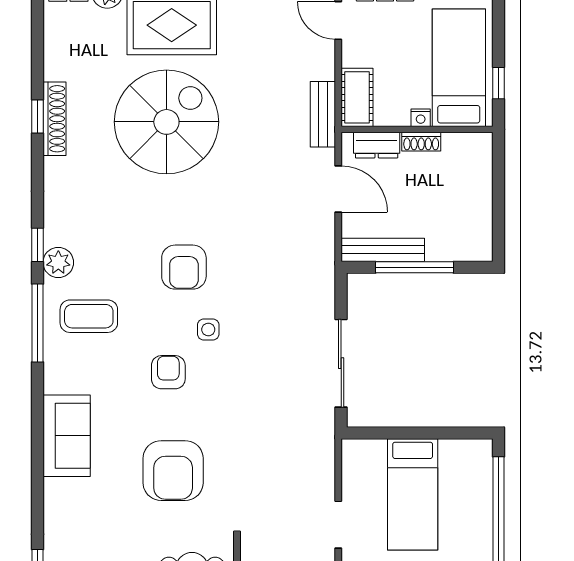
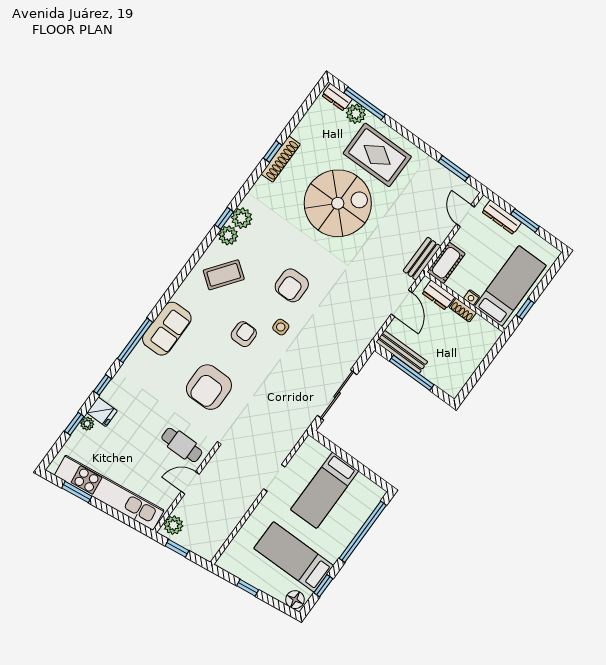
plant: (60, 229) -> (242, 218), added
coffee table: (89, 316) -> (224, 275), turned -53
window: (37, 323) -> (135, 340), moved

